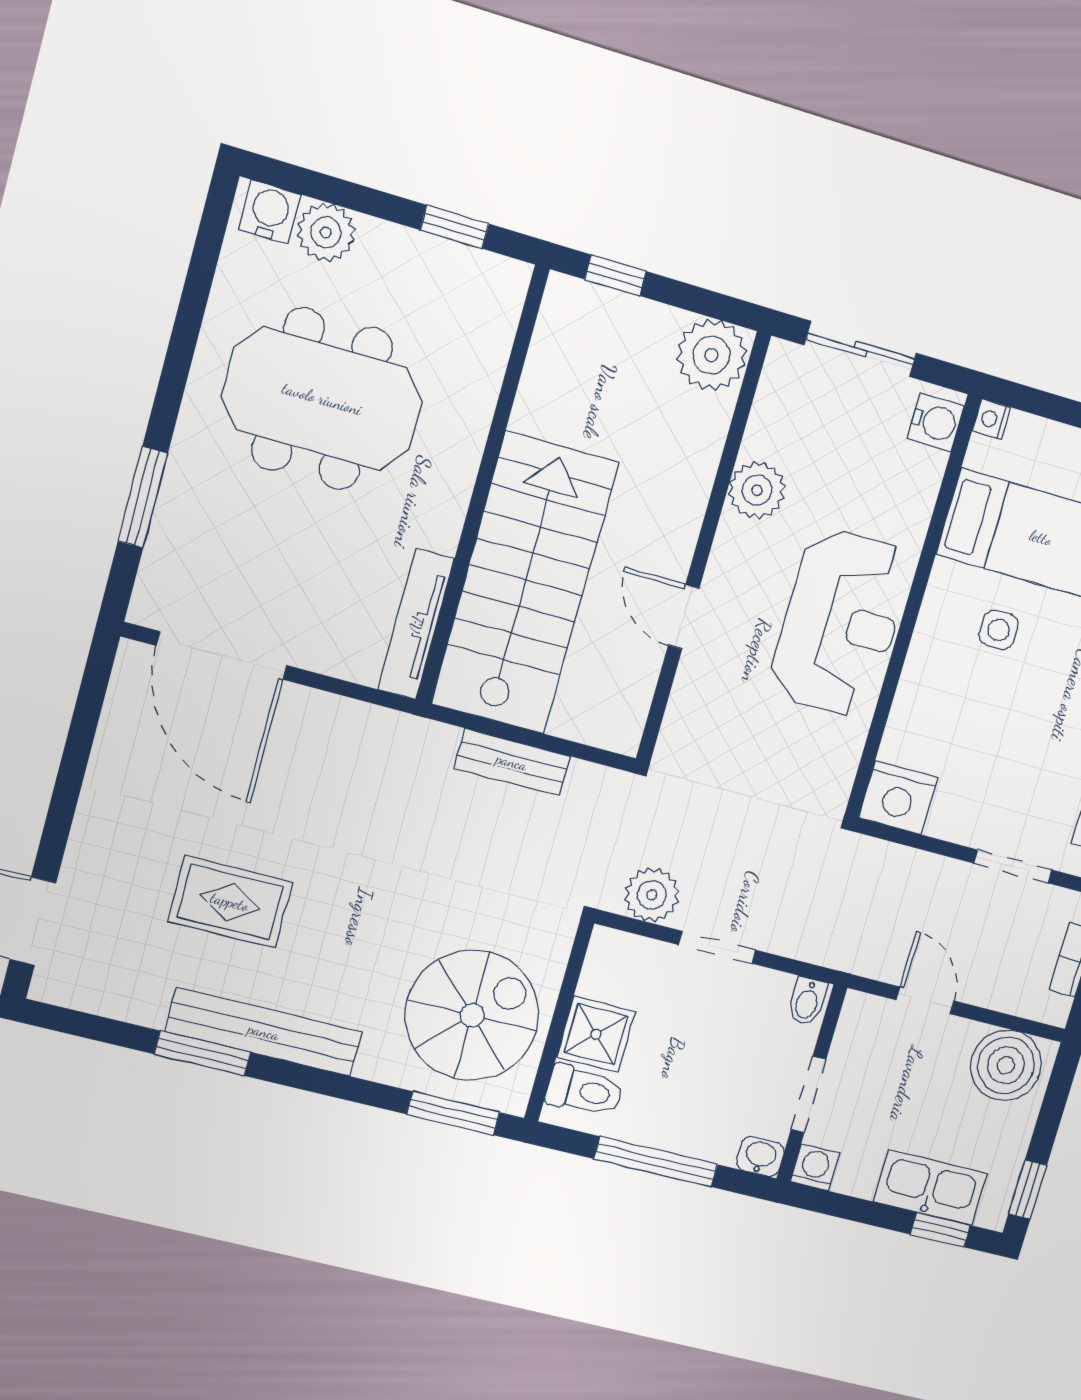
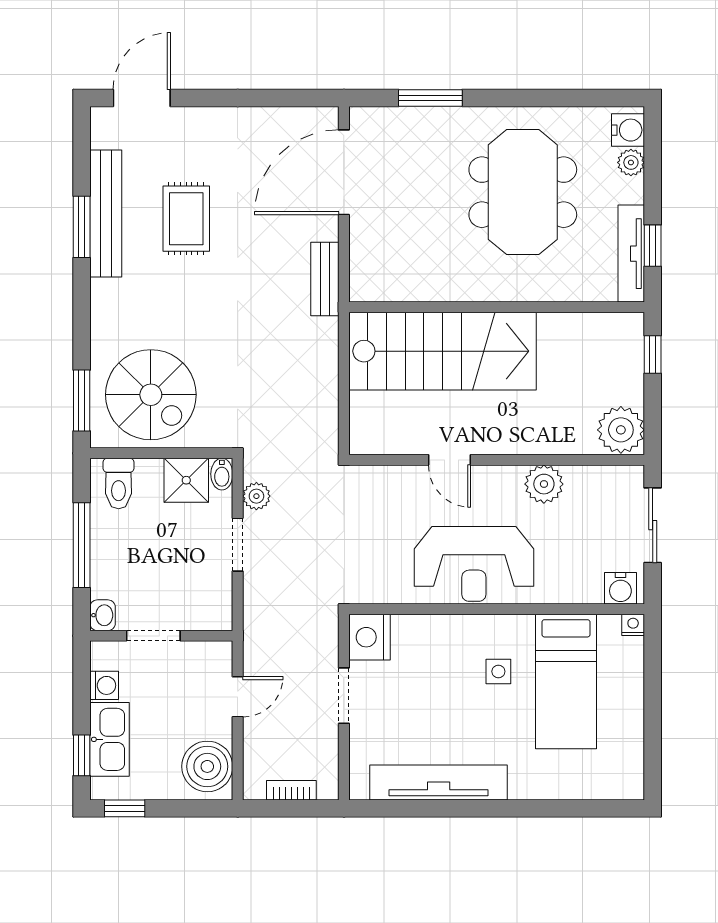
plant: (326, 232) -> (631, 162), width x0.73, depth x0.73
door: (684, 617) -> (450, 460), swing flipped
tv unit: (416, 624) -> (631, 254), moved, turned -90
bench: (512, 762) -> (325, 279), moved
doorway: (1013, 867) -> (344, 696), moved
plant: (652, 895) -> (256, 496), width x0.73, depth x0.73
bidet: (807, 1001) -> (222, 474), moved, turned -90
bench: (264, 1032) -> (106, 213), moved
shower: (596, 1034) -> (186, 480), moved
washing machine: (815, 1167) -> (104, 685), moved

